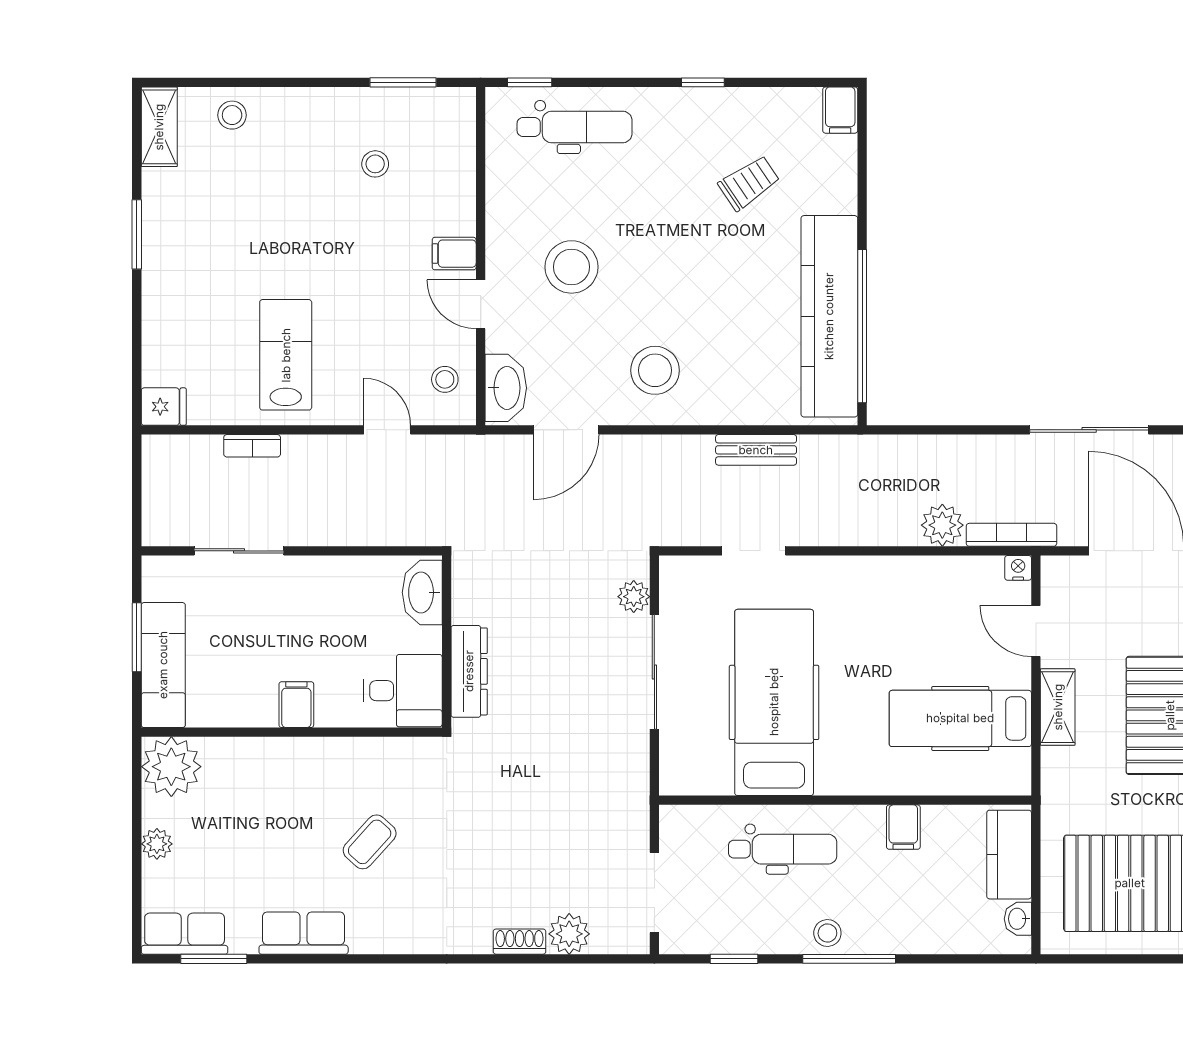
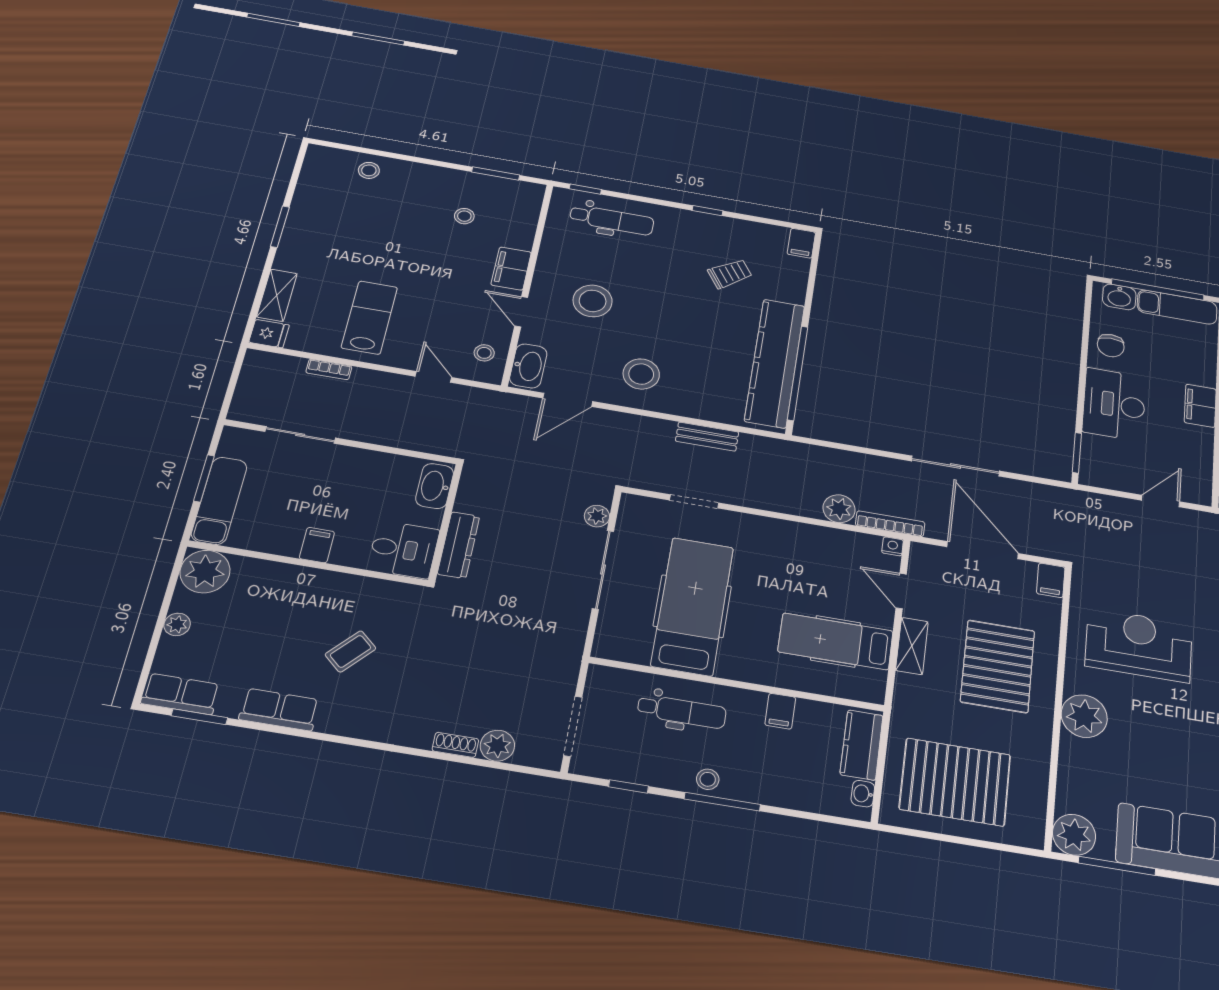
shelving: (159, 127) -> (277, 295), moved
filing cabinet: (454, 254) -> (511, 269), width x2.00

